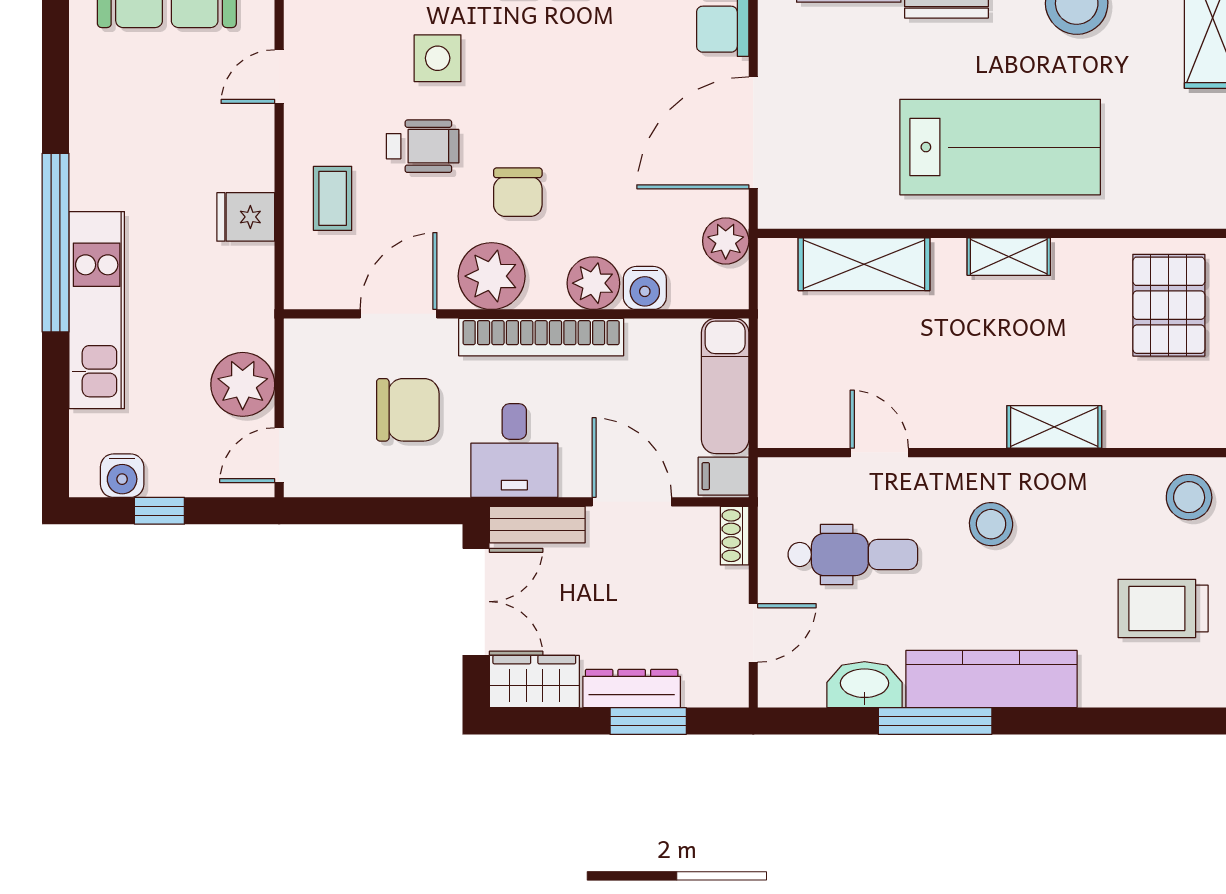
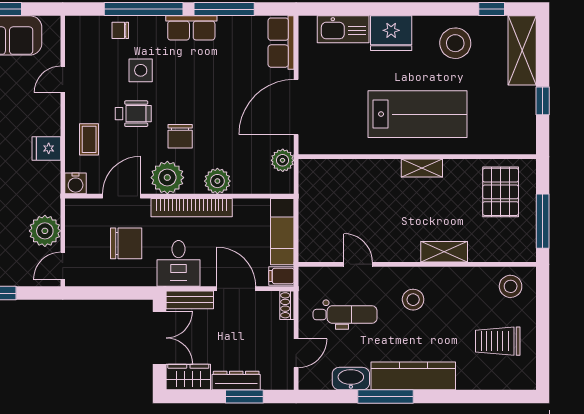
shelving: (864, 264) -> (351, 172), removed
water cooler: (645, 288) -> (76, 183), moved

